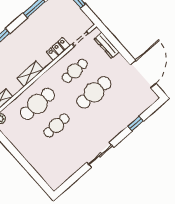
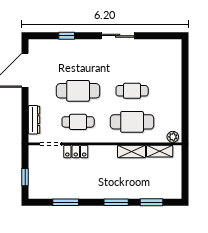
shelving: (30, 74) -> (132, 151), moved

